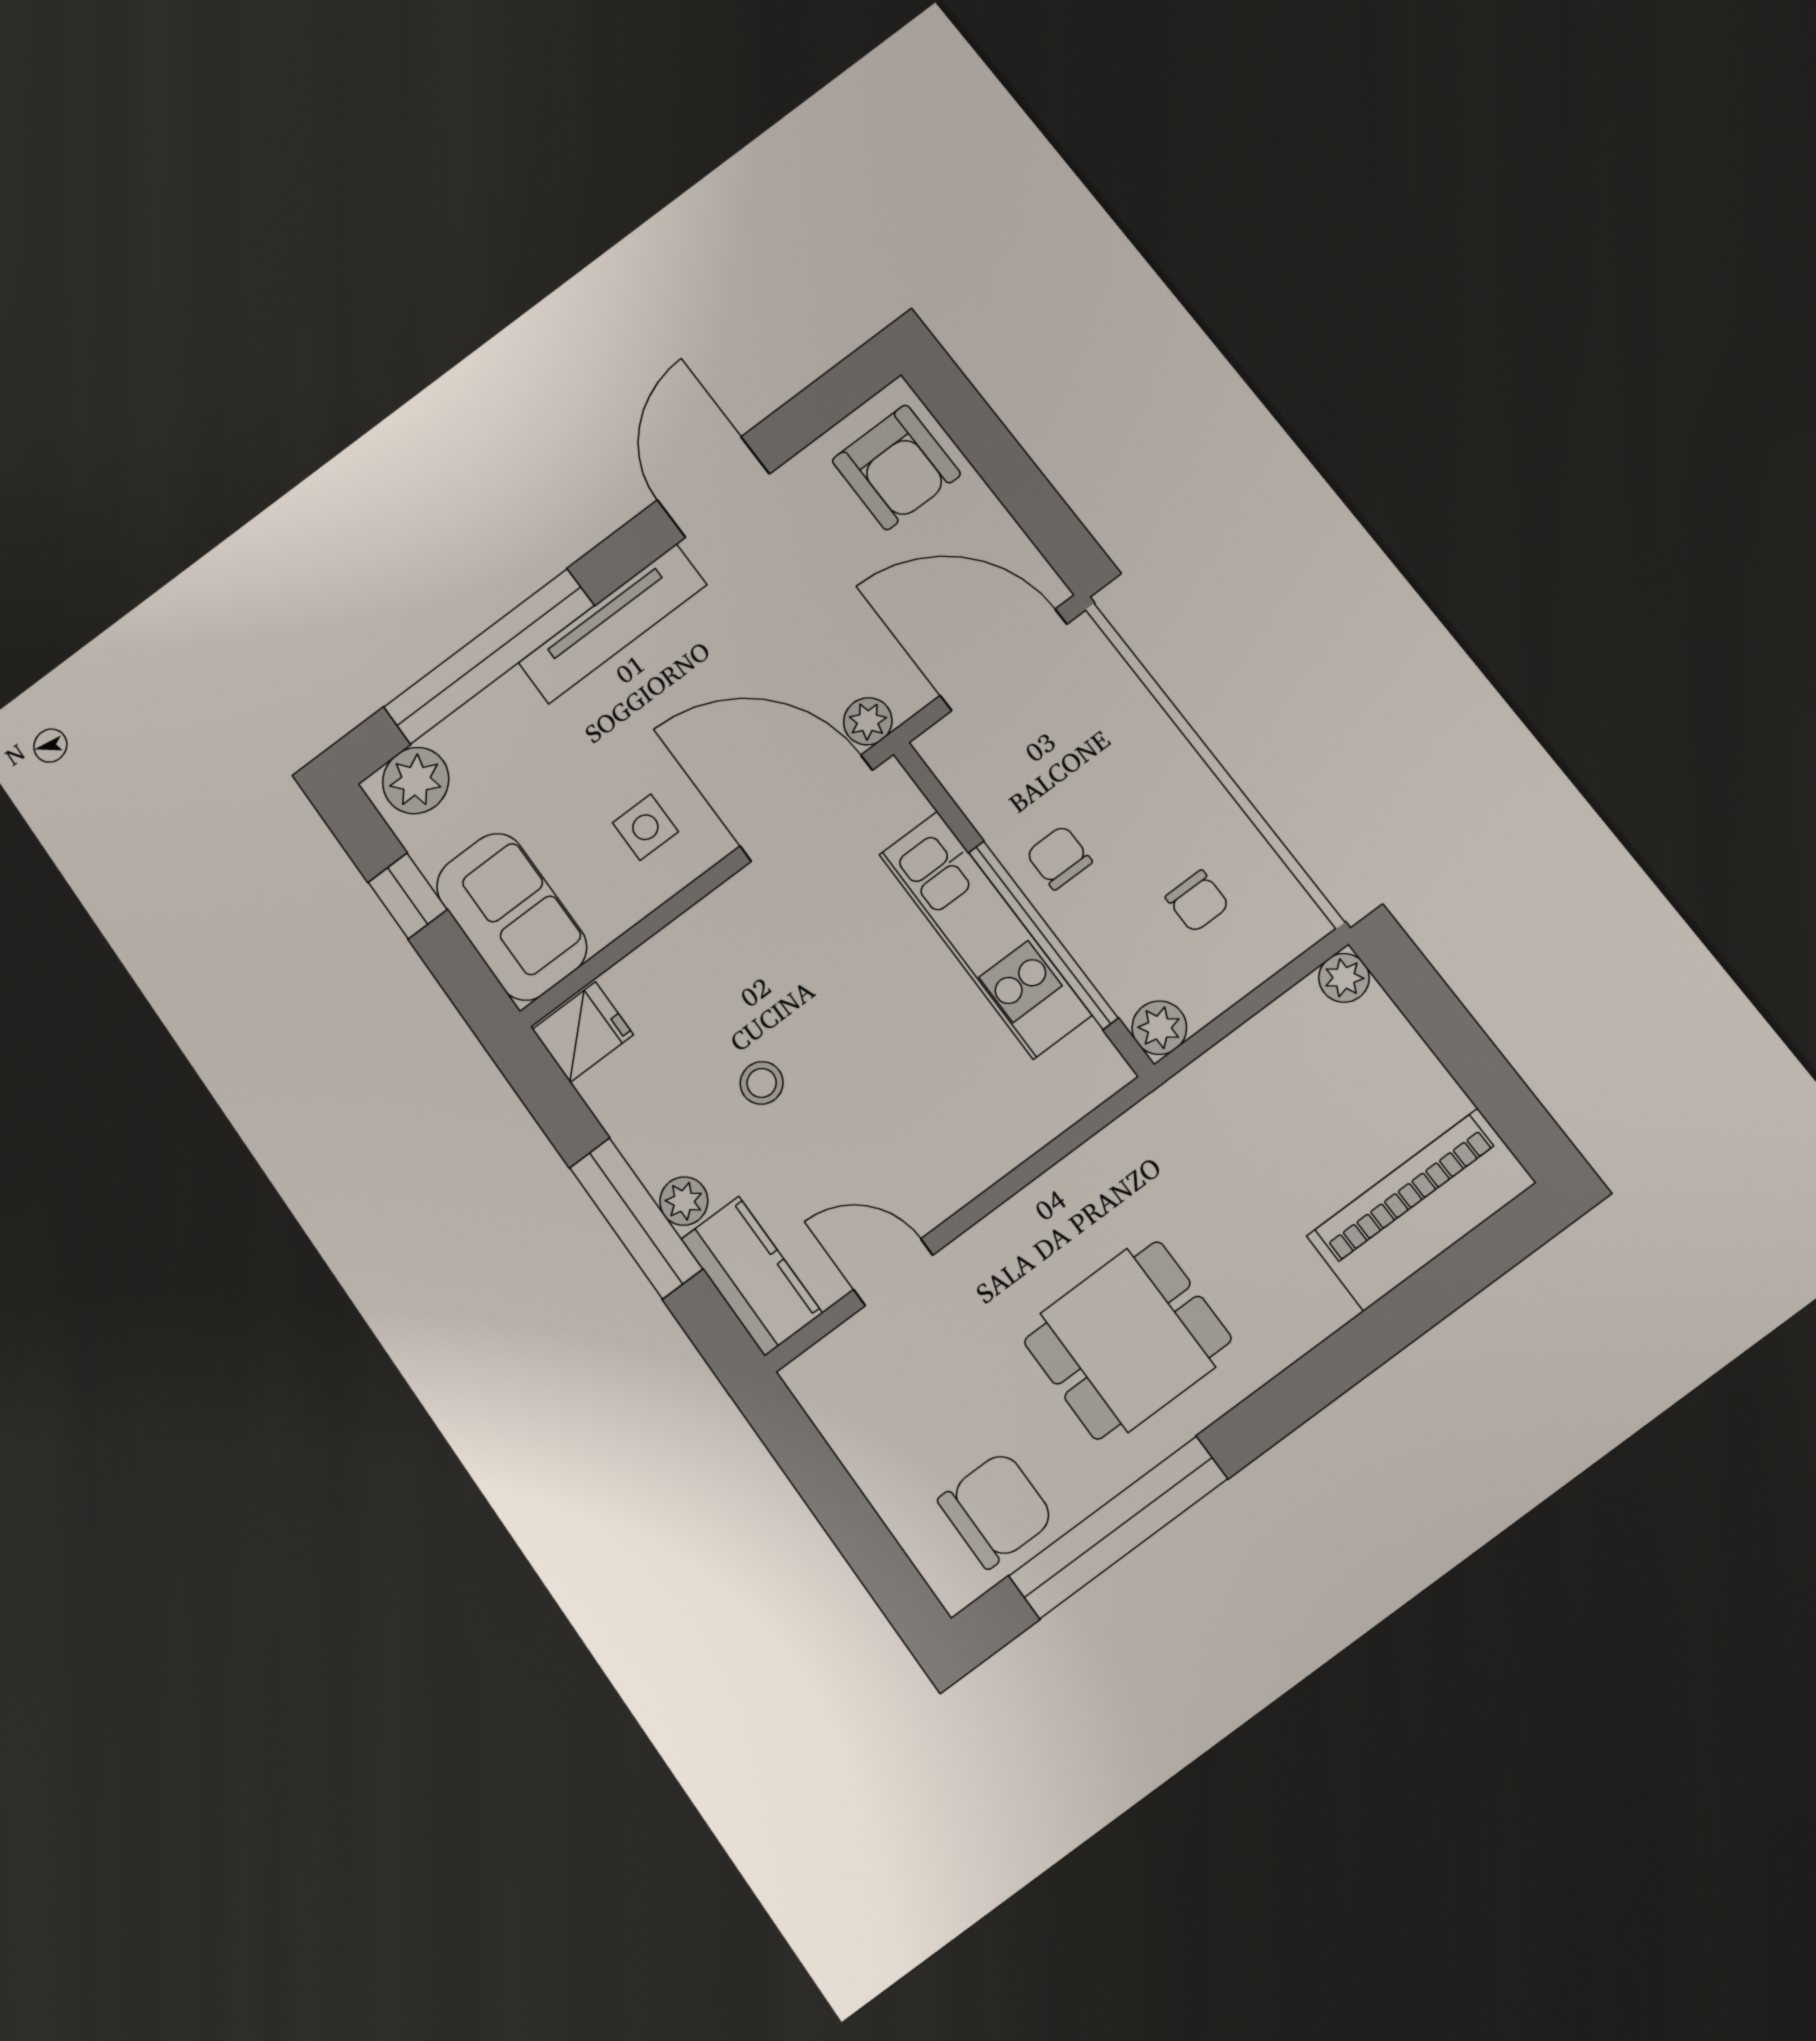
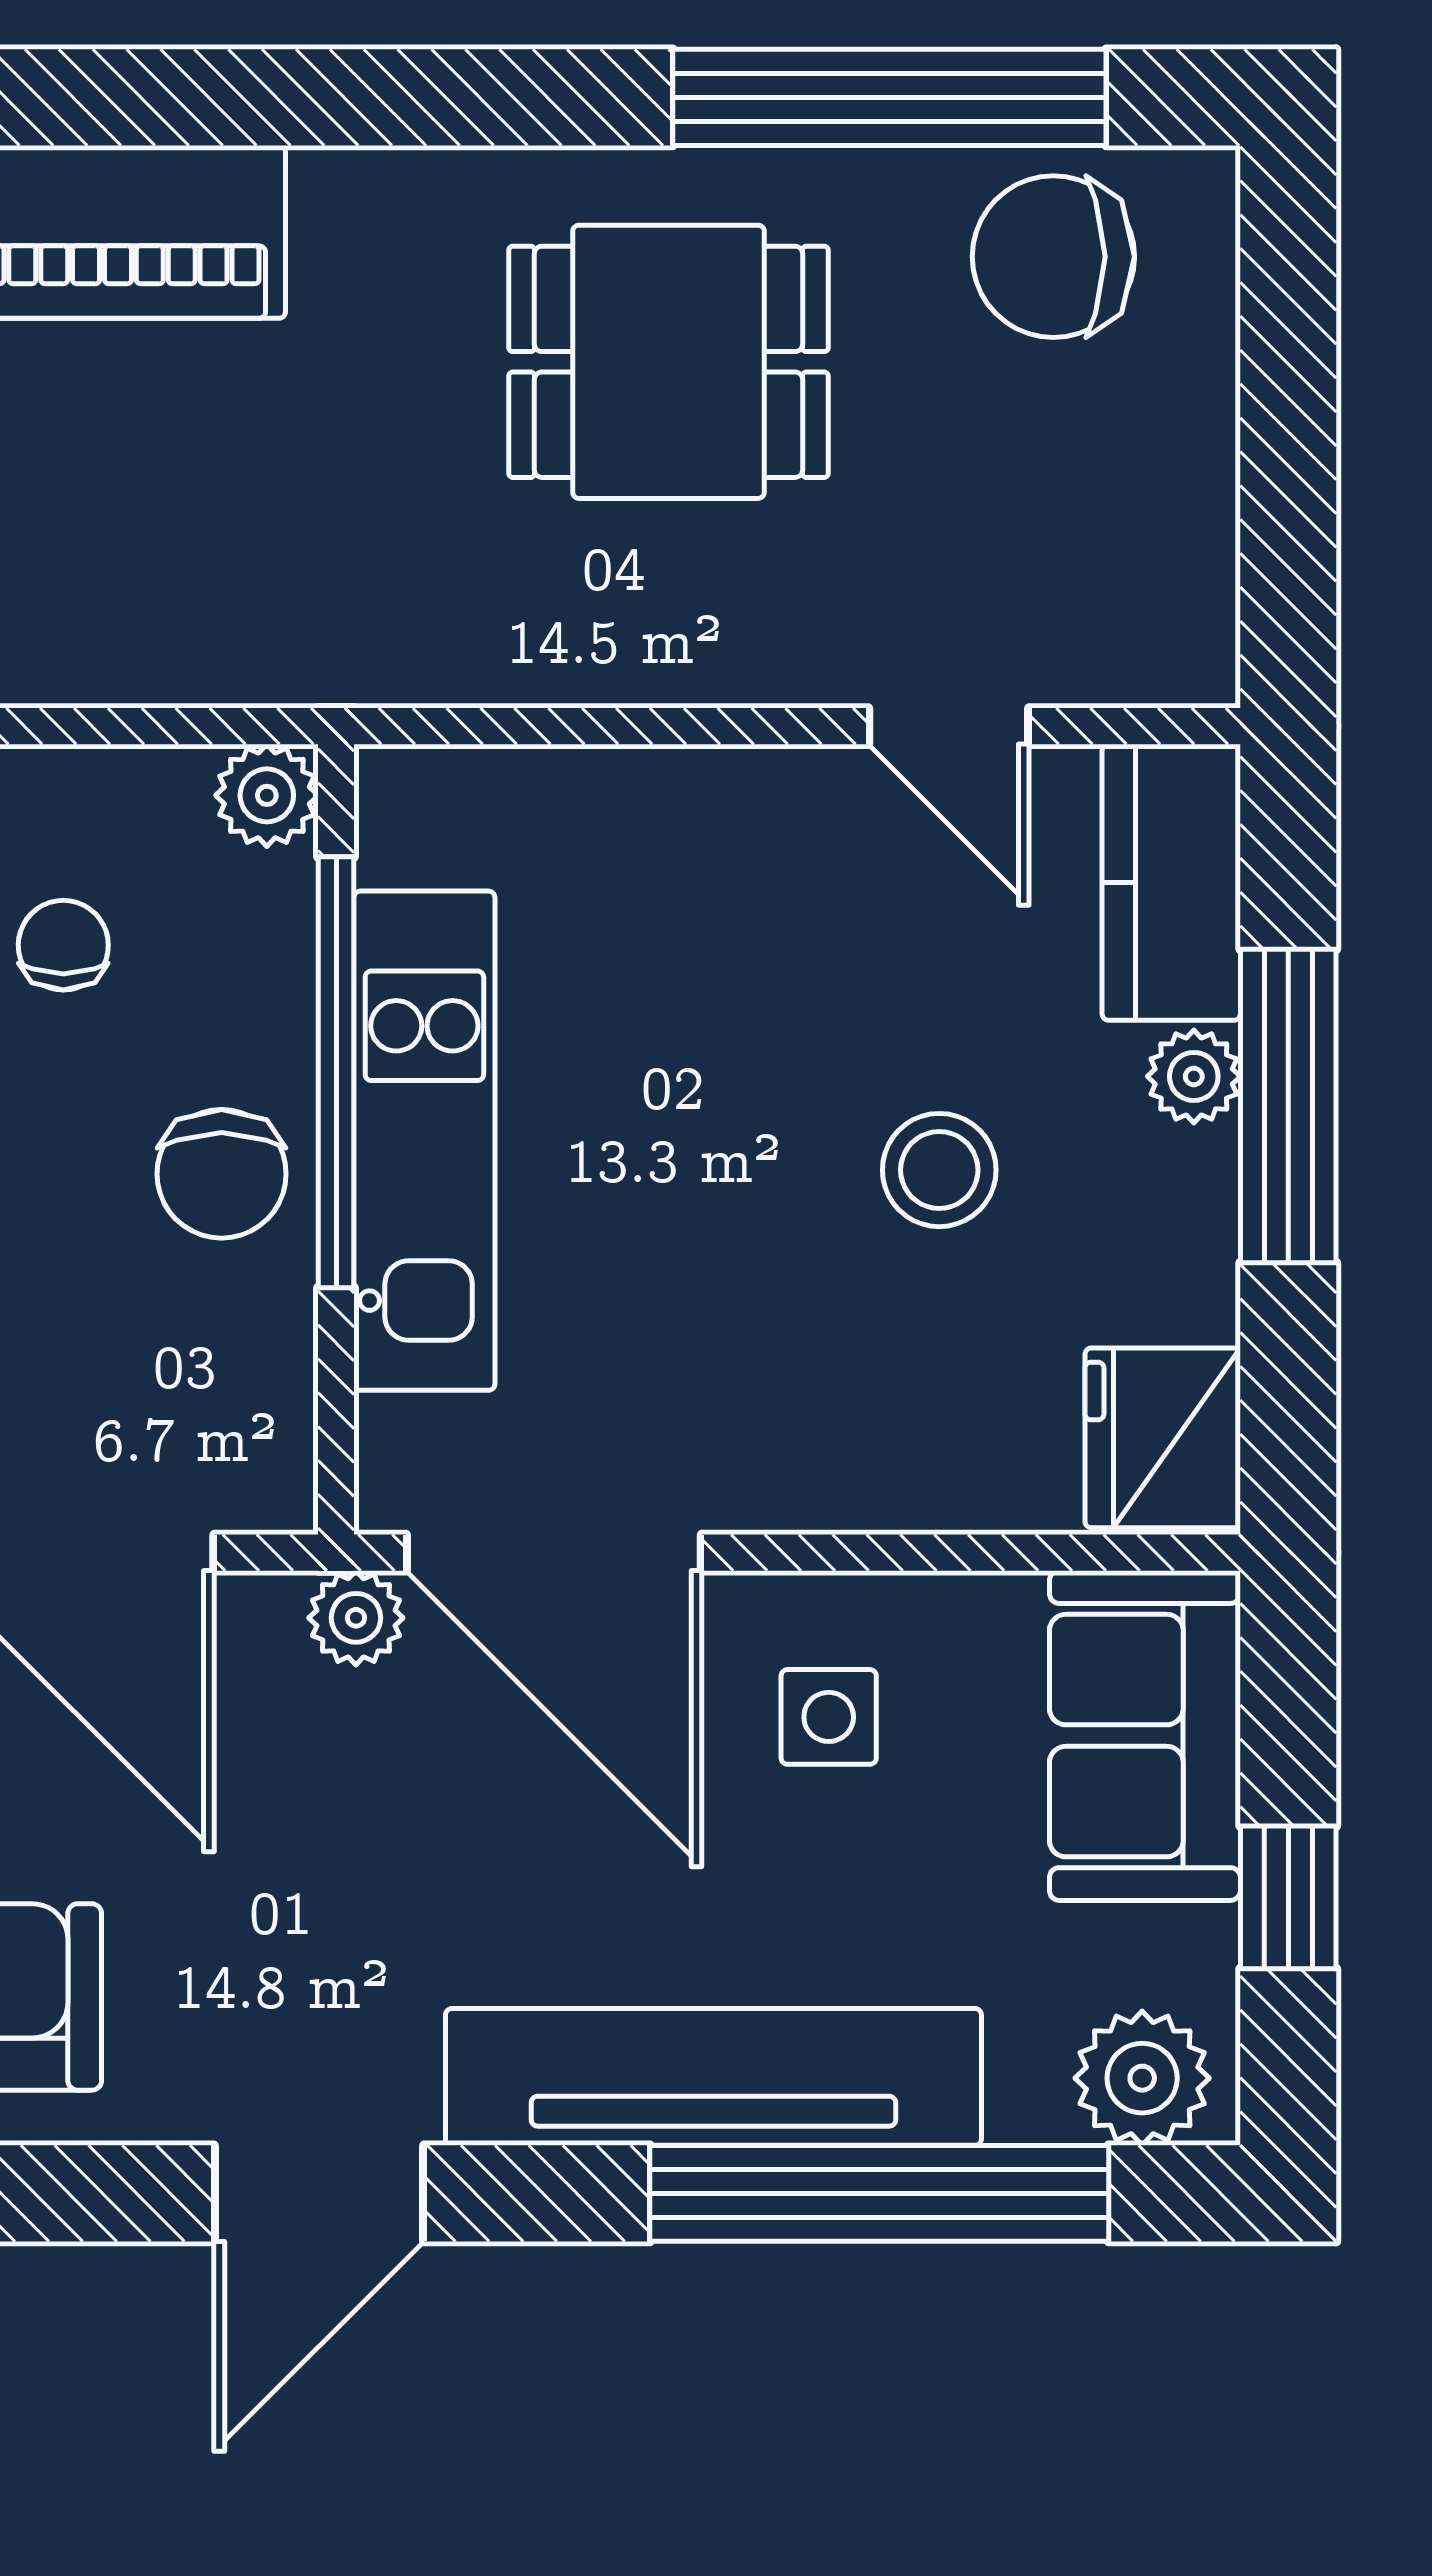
tv unit: (613, 624) -> (713, 2077), width x1.36, depth x1.29
chair: (1059, 857) -> (222, 1174), width x1.37, depth x1.37
fridge: (583, 1032) -> (1163, 1438), width x1.38
stool: (762, 1083) -> (939, 1170), width x1.37, depth x1.37

